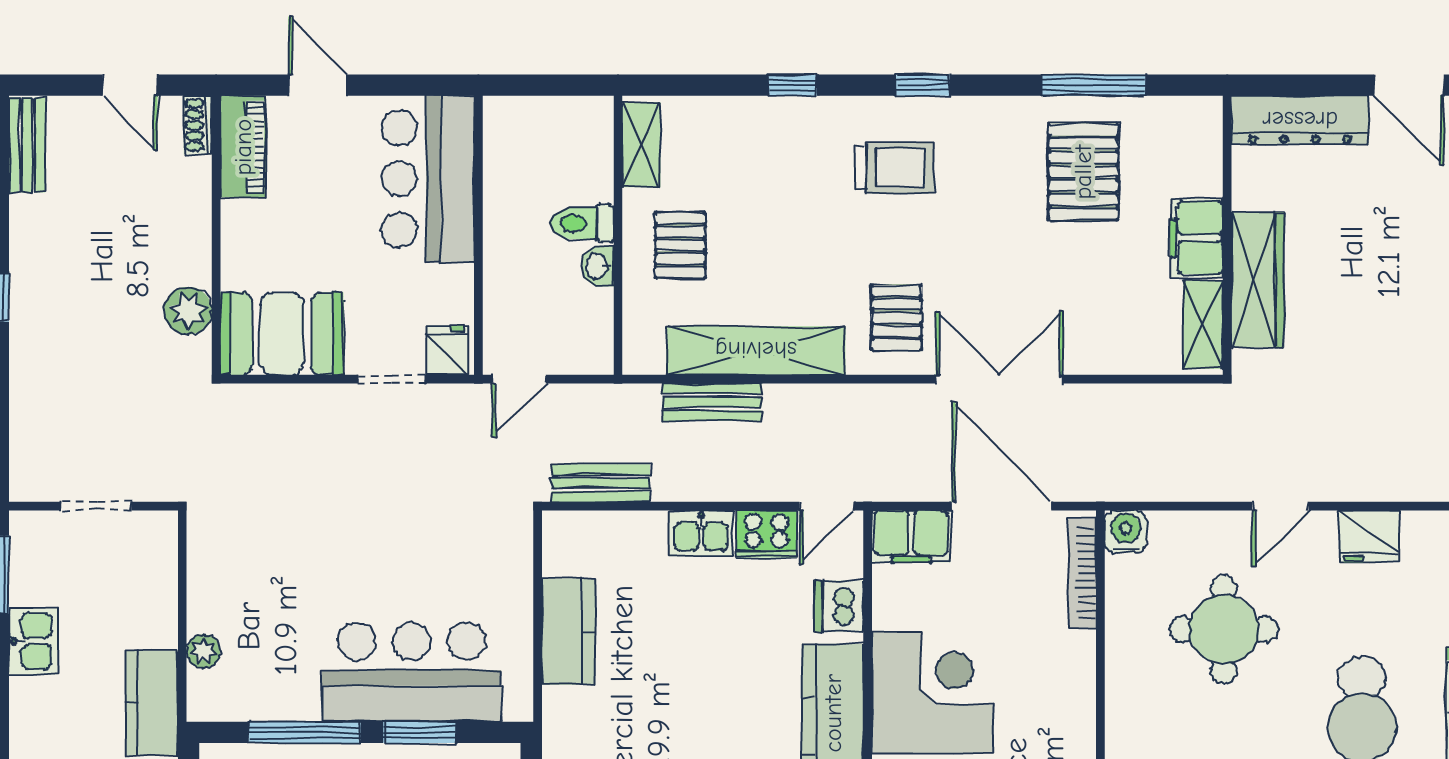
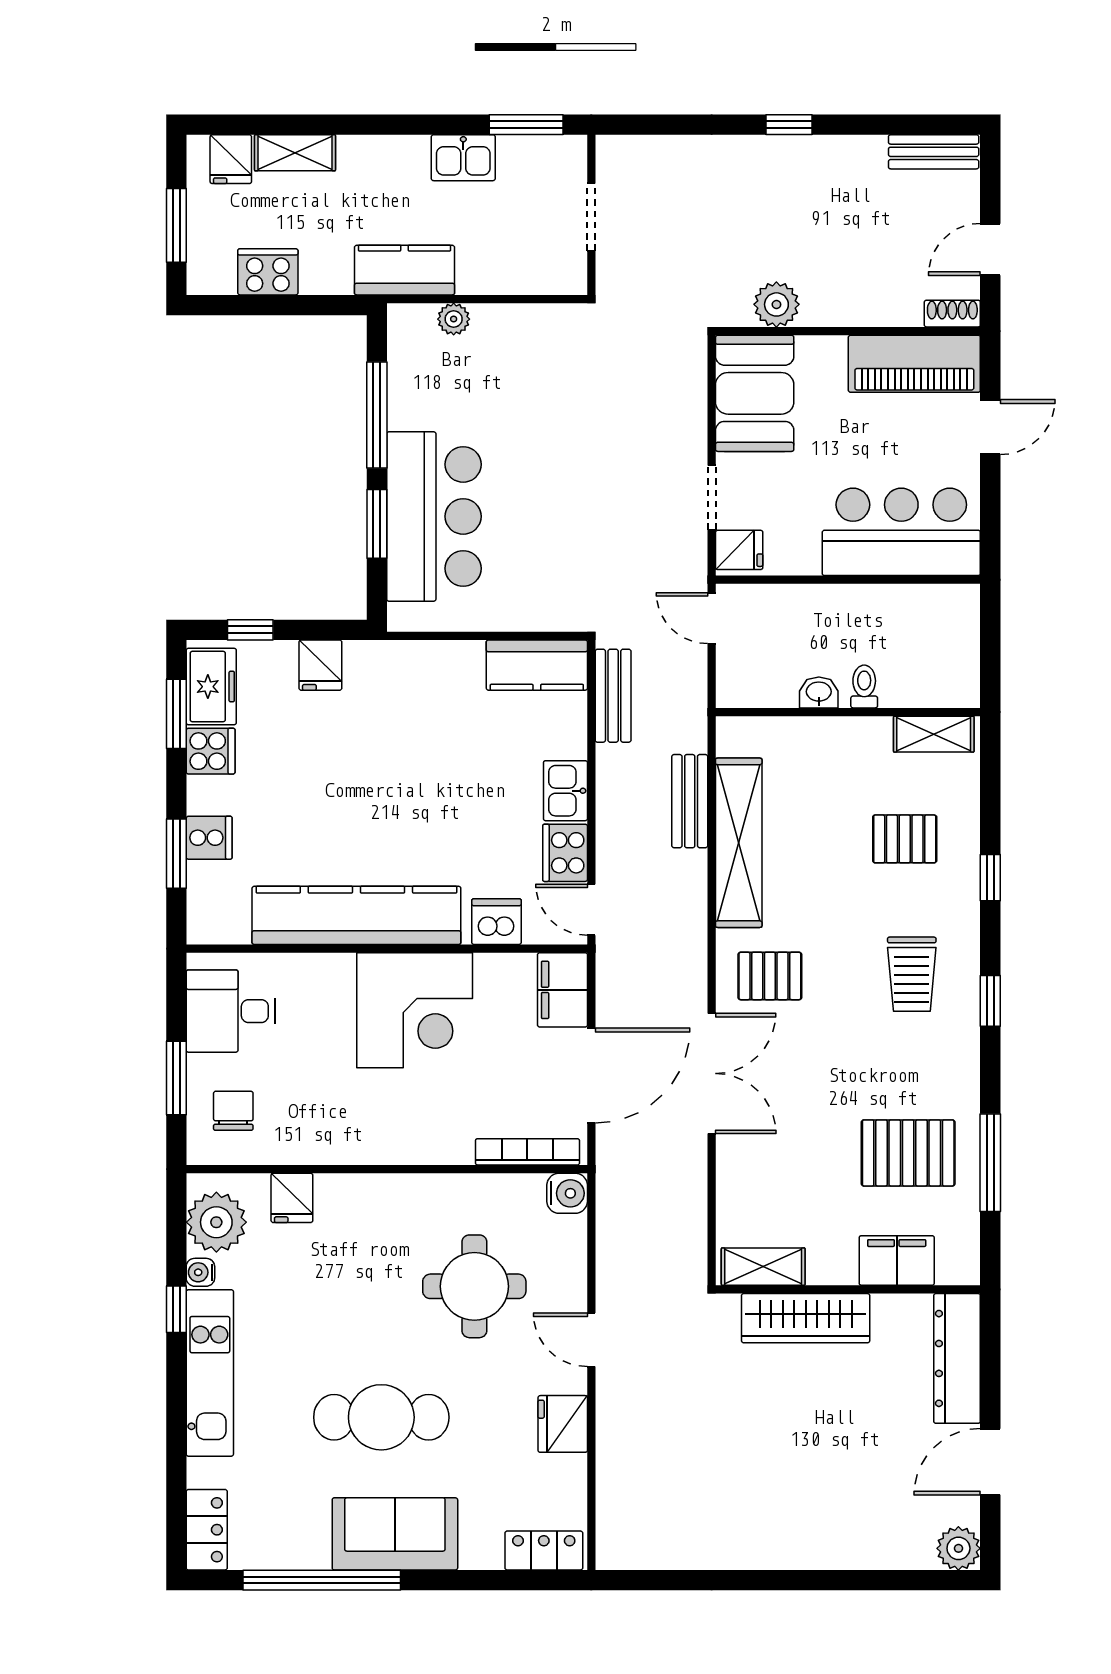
piano: (243, 147) -> (914, 364), width x1.37, depth x1.33
toilet: (582, 223) -> (864, 686), width x0.73, depth x0.72
filing cabinet: (1197, 238) -> (897, 1260), moved
pallet: (680, 245) -> (905, 839), moved
kitchen counter: (568, 632) -> (537, 665), moved

